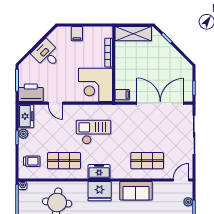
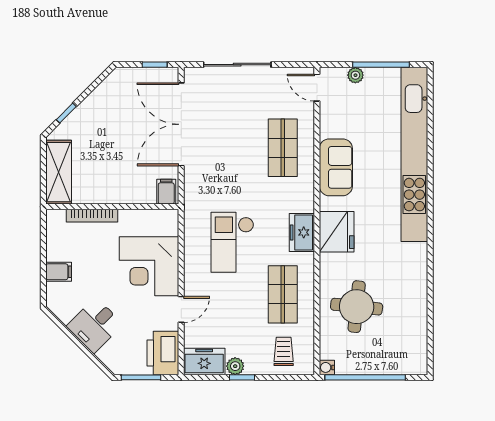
corner desk: (95, 85) -> (149, 266), moved, turned 90

